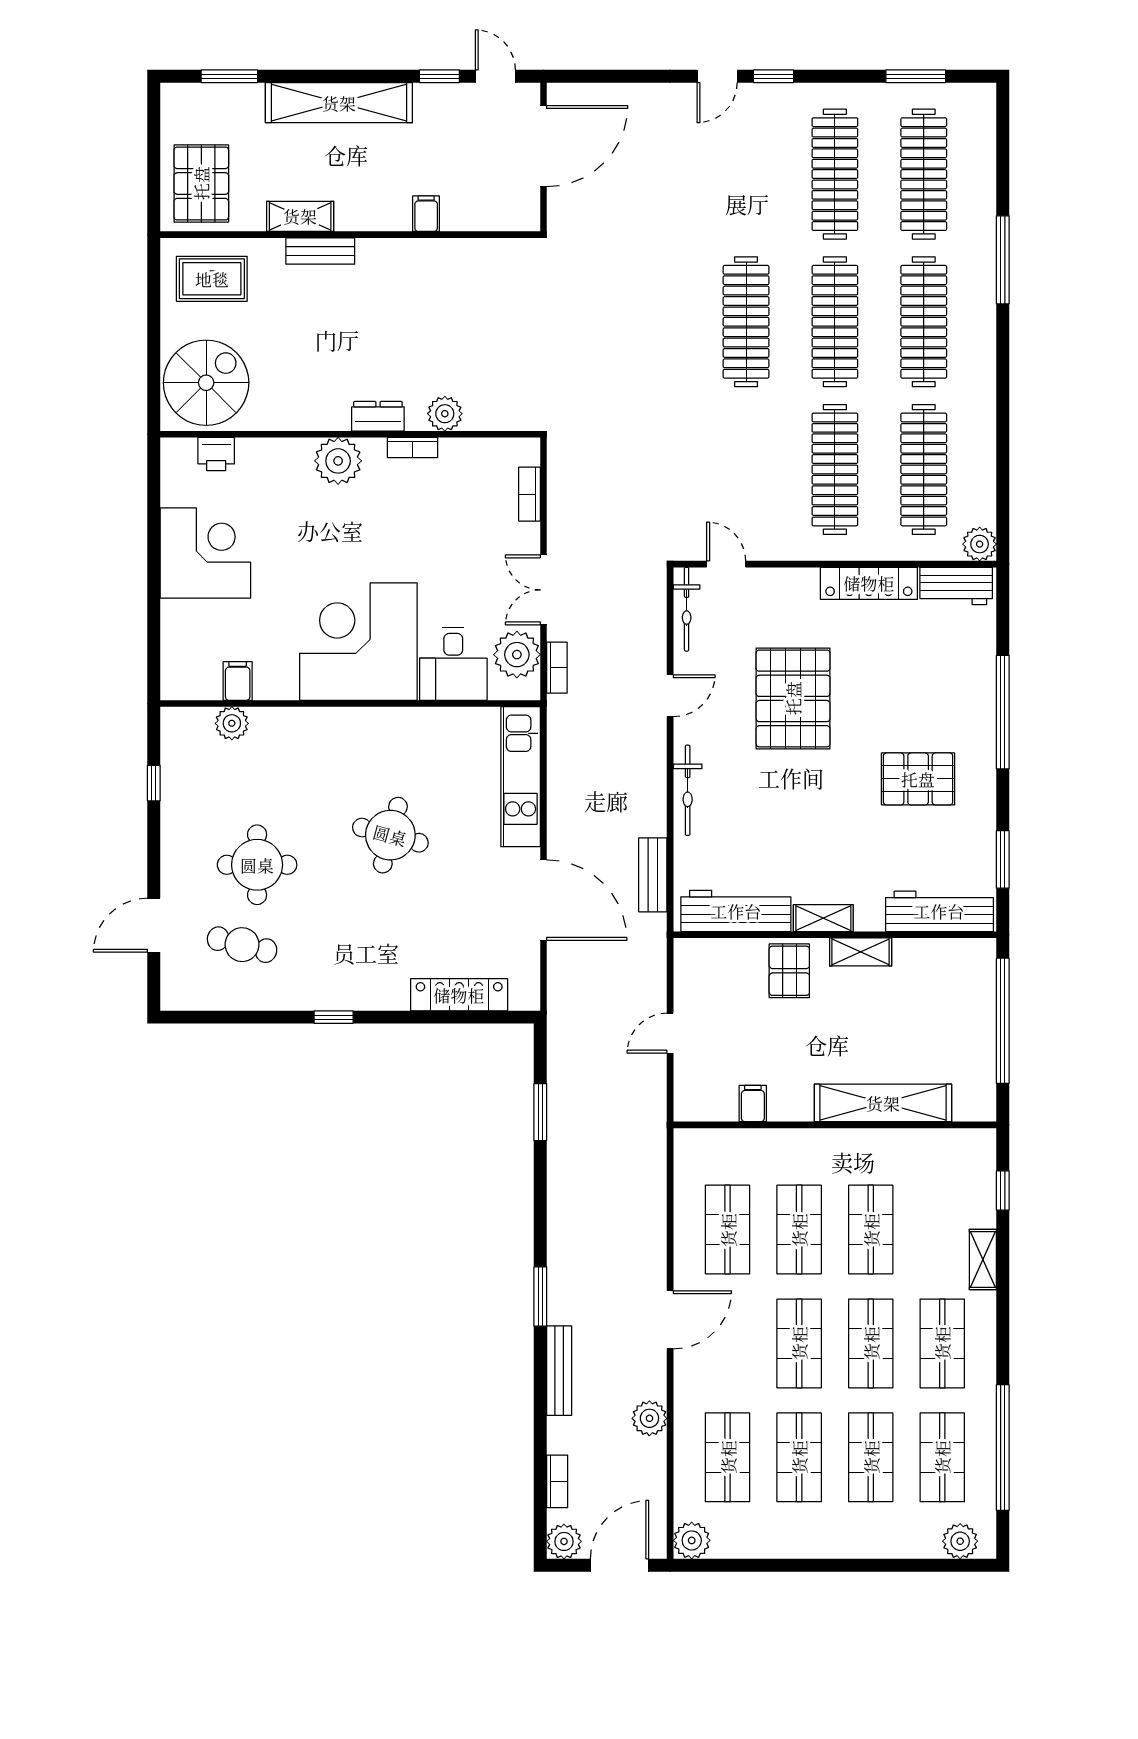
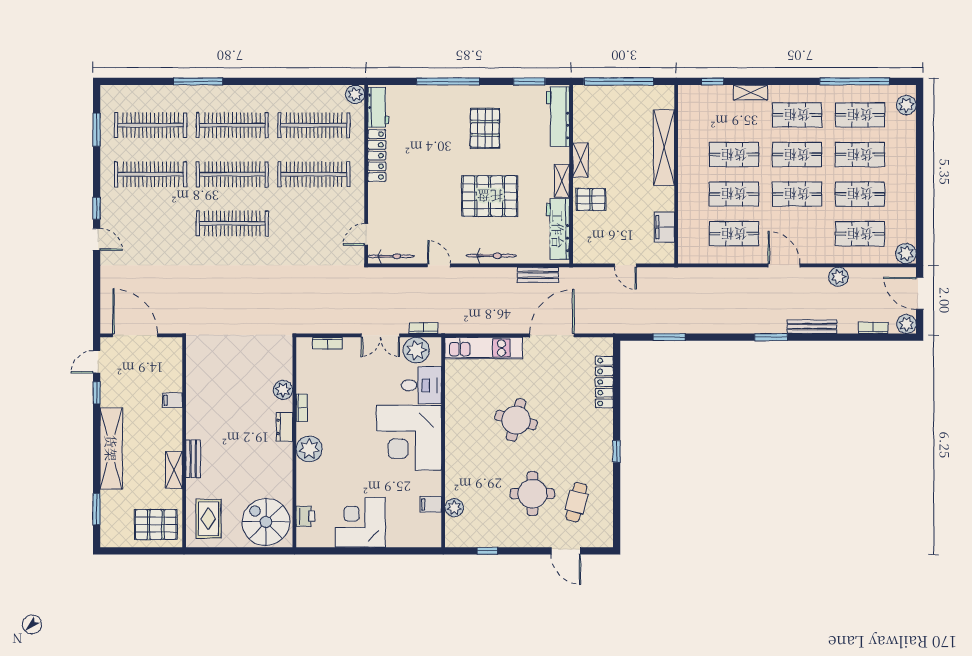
pallet: (793, 698) -> (490, 196), moved
filing cabinet: (753, 1103) -> (664, 227), width x2.00

